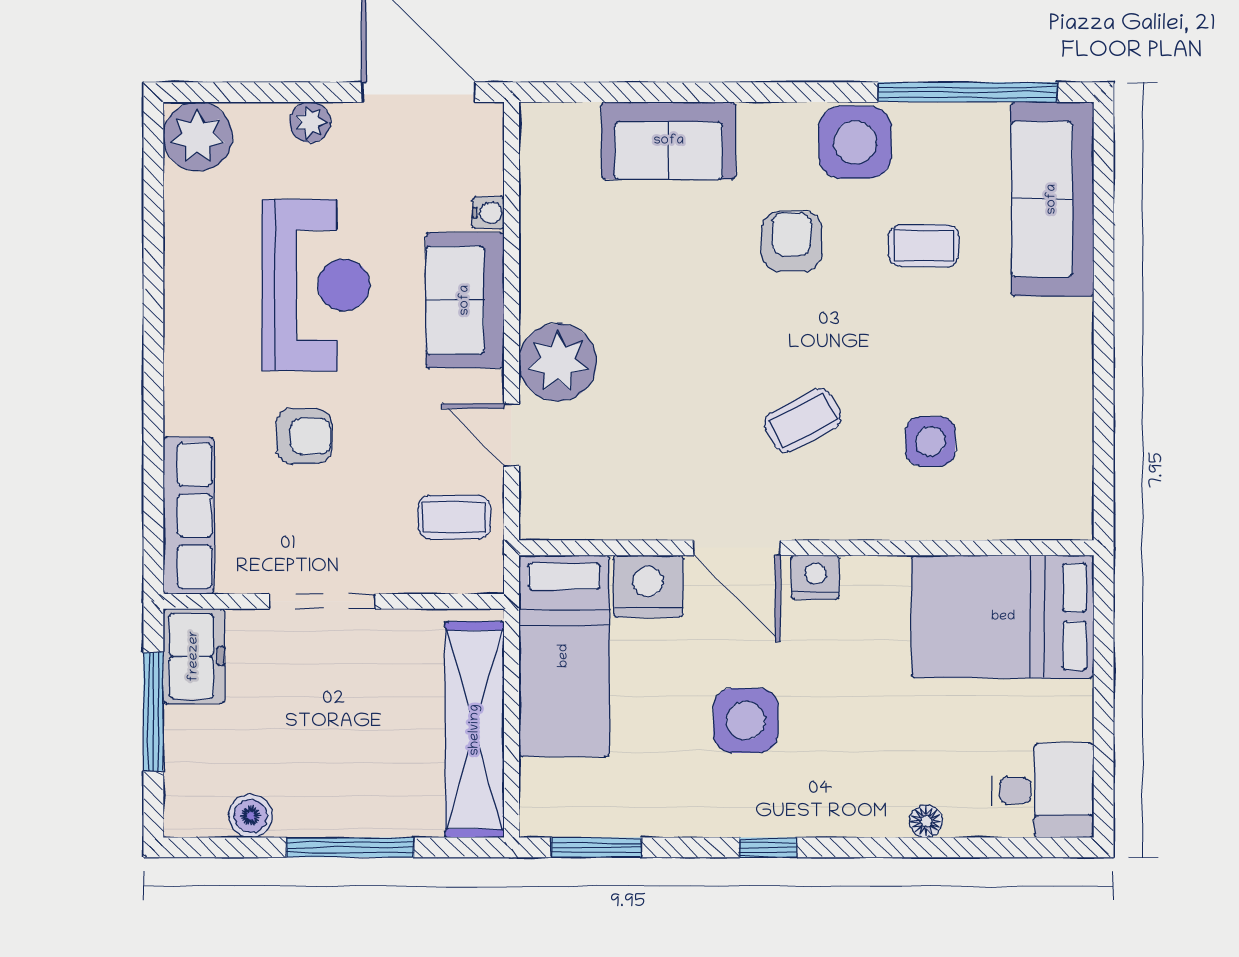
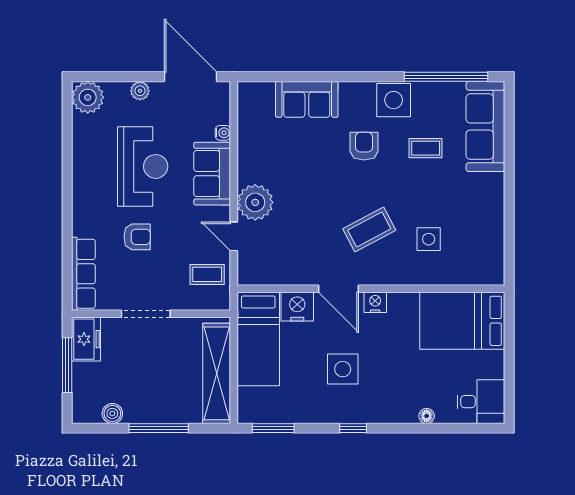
coffee table: (803, 420) -> (369, 229), width x1.36, depth x1.30

